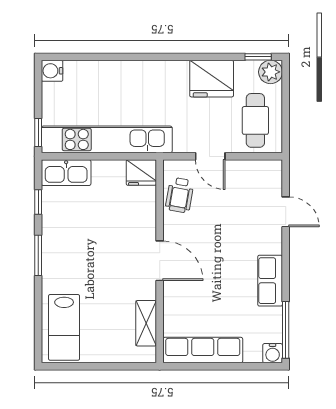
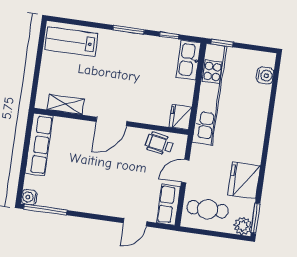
window: (258, 57) -> (256, 218), width x1.50
water cooler: (52, 71) -> (265, 76), moved, turned 90
row of seats: (270, 281) -> (168, 205), moved, turned -90

